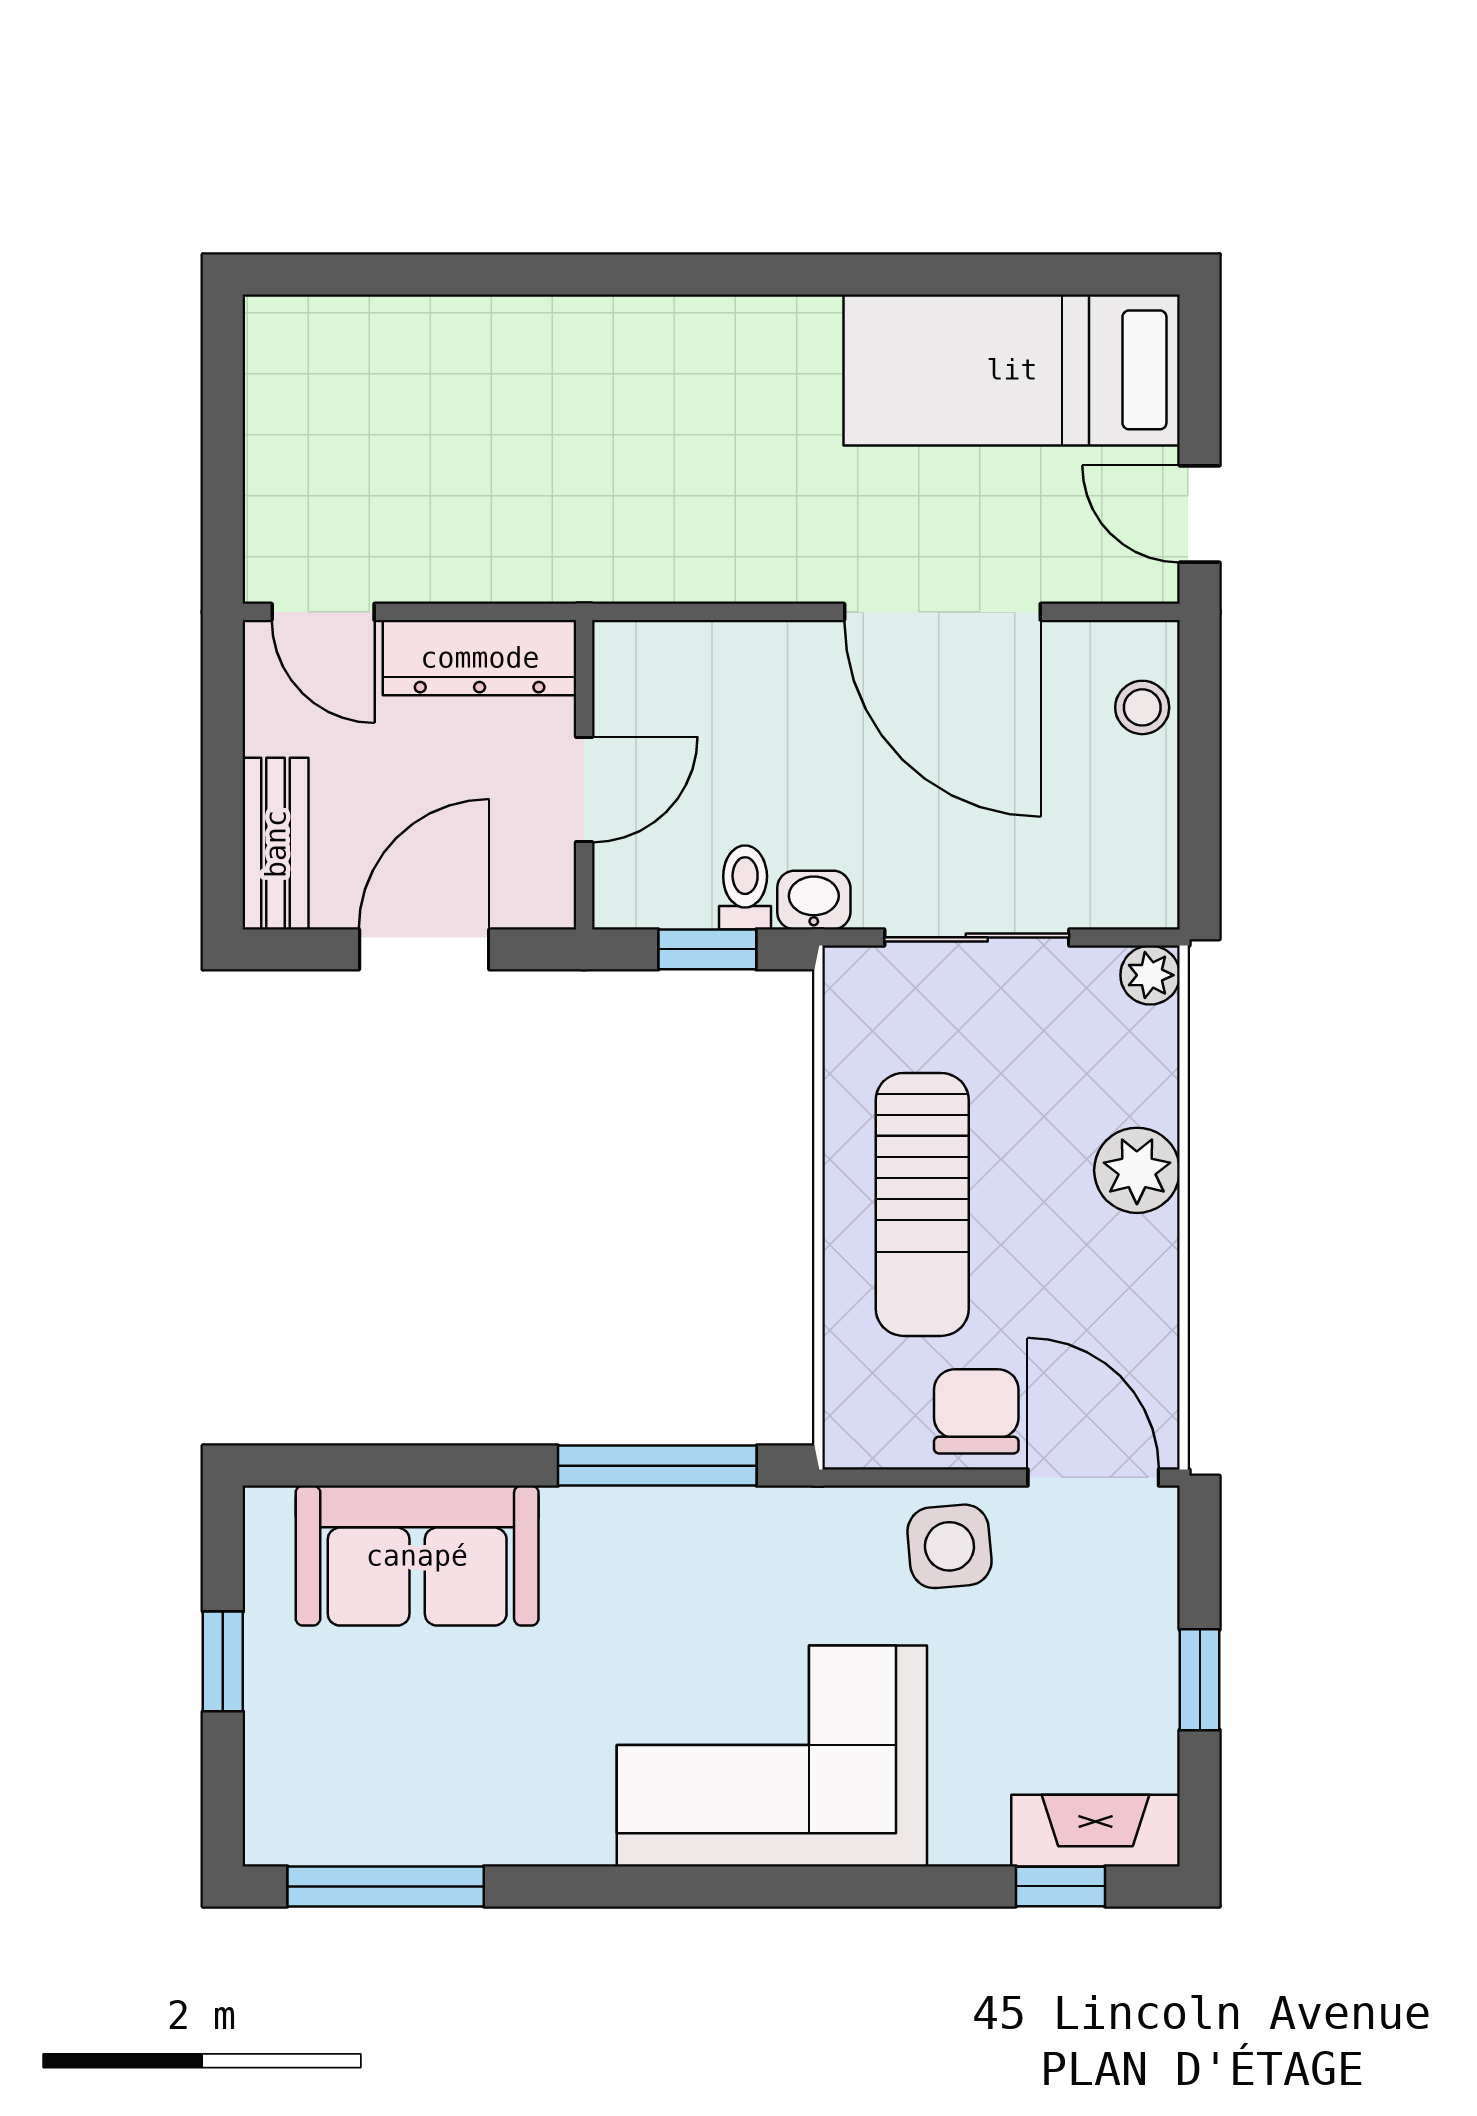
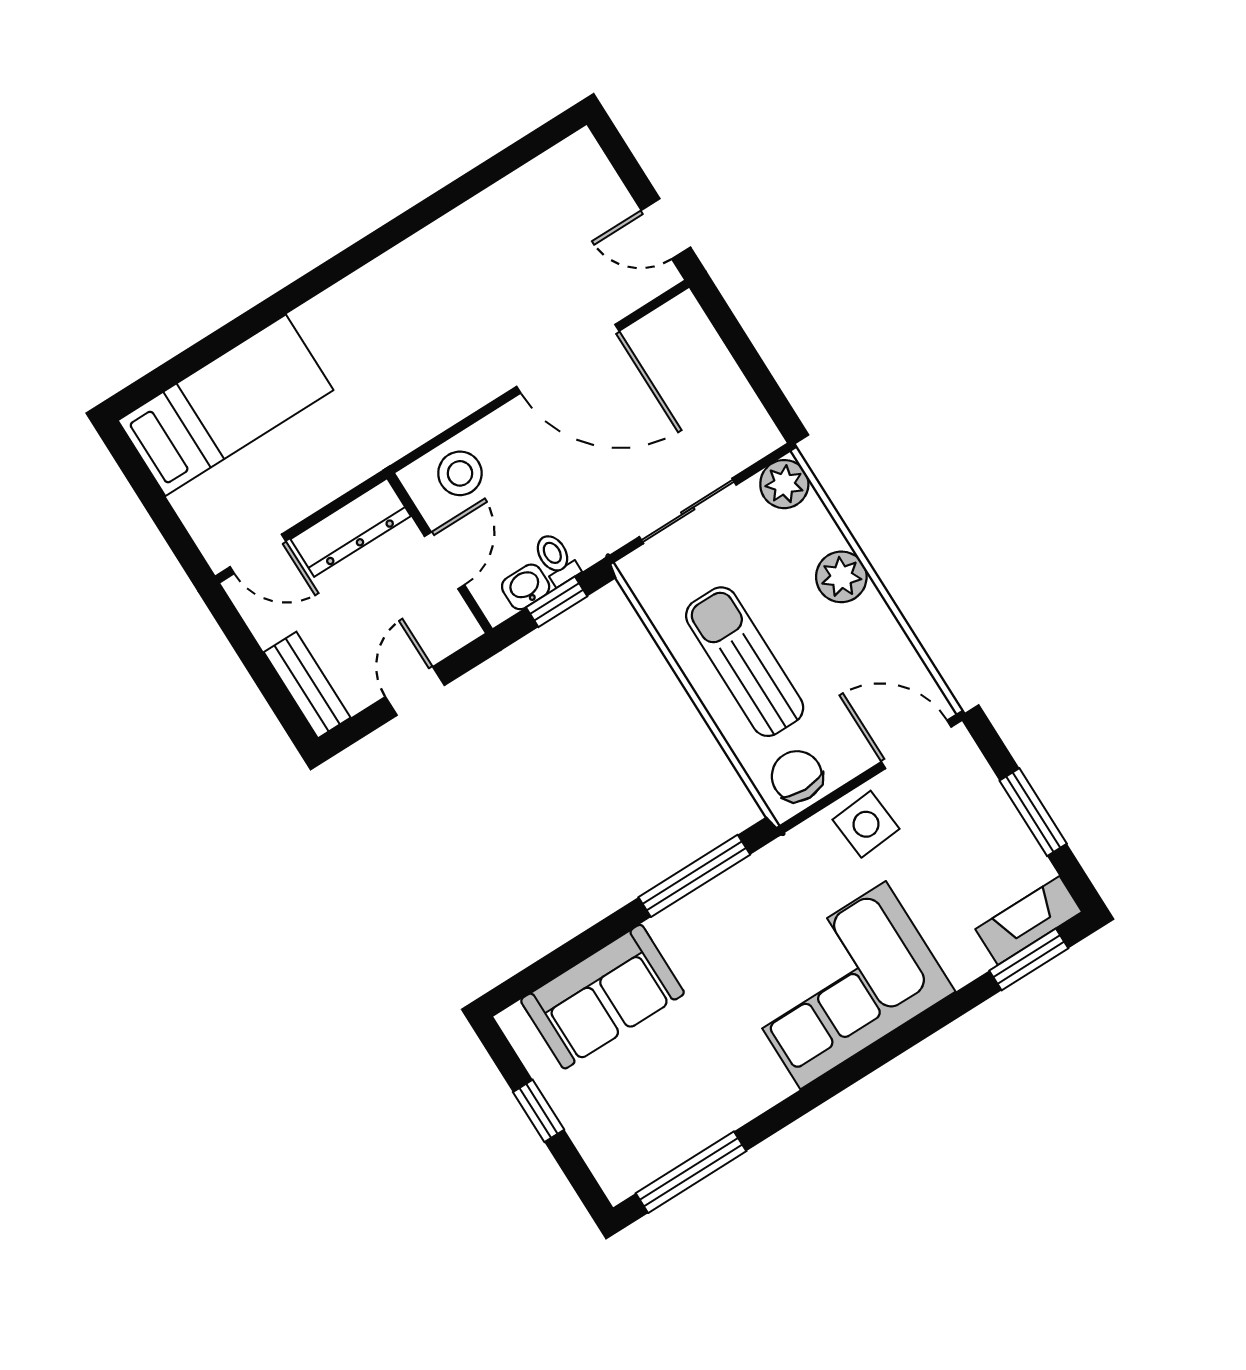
bed: (1012, 370) -> (226, 405), moved, turned 180
stool: (1142, 707) -> (460, 473), moved, width x1.37, depth x1.37
washbasin: (814, 900) -> (526, 587), moved
door: (424, 949) -> (415, 691), width x0.73
plant: (1150, 975) -> (784, 484), width x1.38, depth x1.38
sun lounger: (922, 1204) -> (745, 662), turned 180
chair: (976, 1411) -> (797, 776), moved
window: (1200, 1680) -> (1033, 812), width x1.50
window: (1061, 1886) -> (1029, 959), width x1.50

